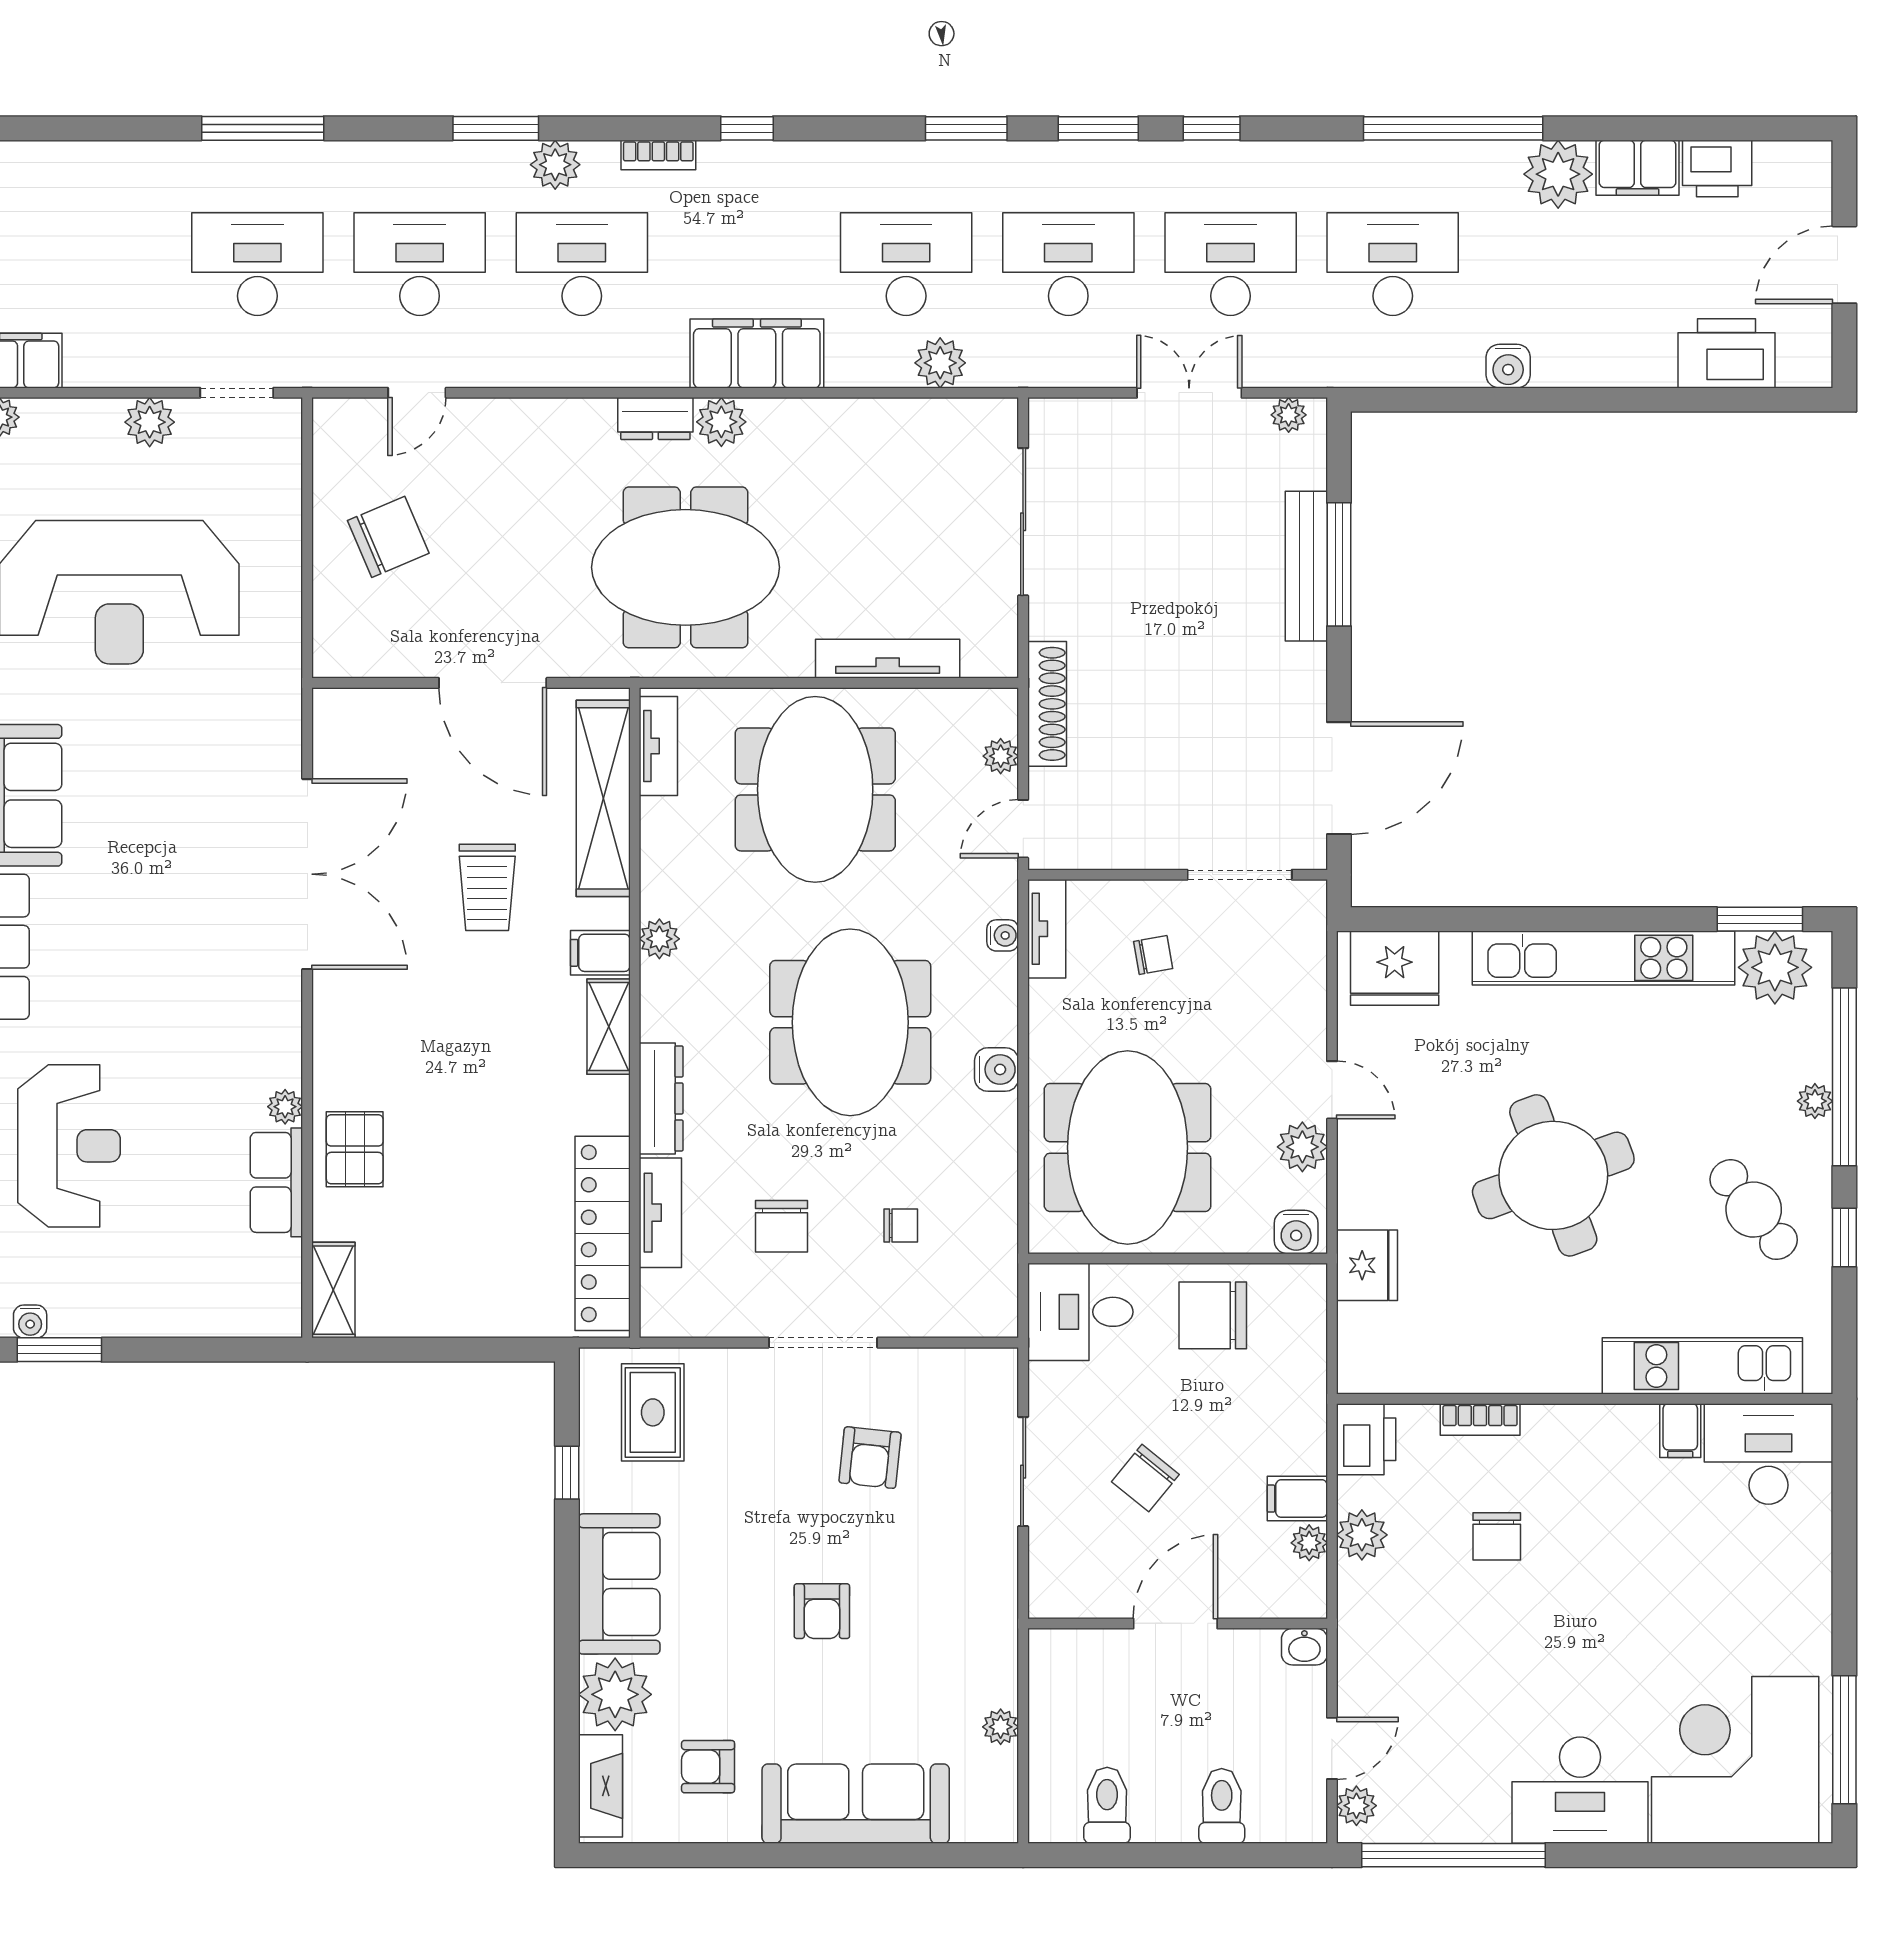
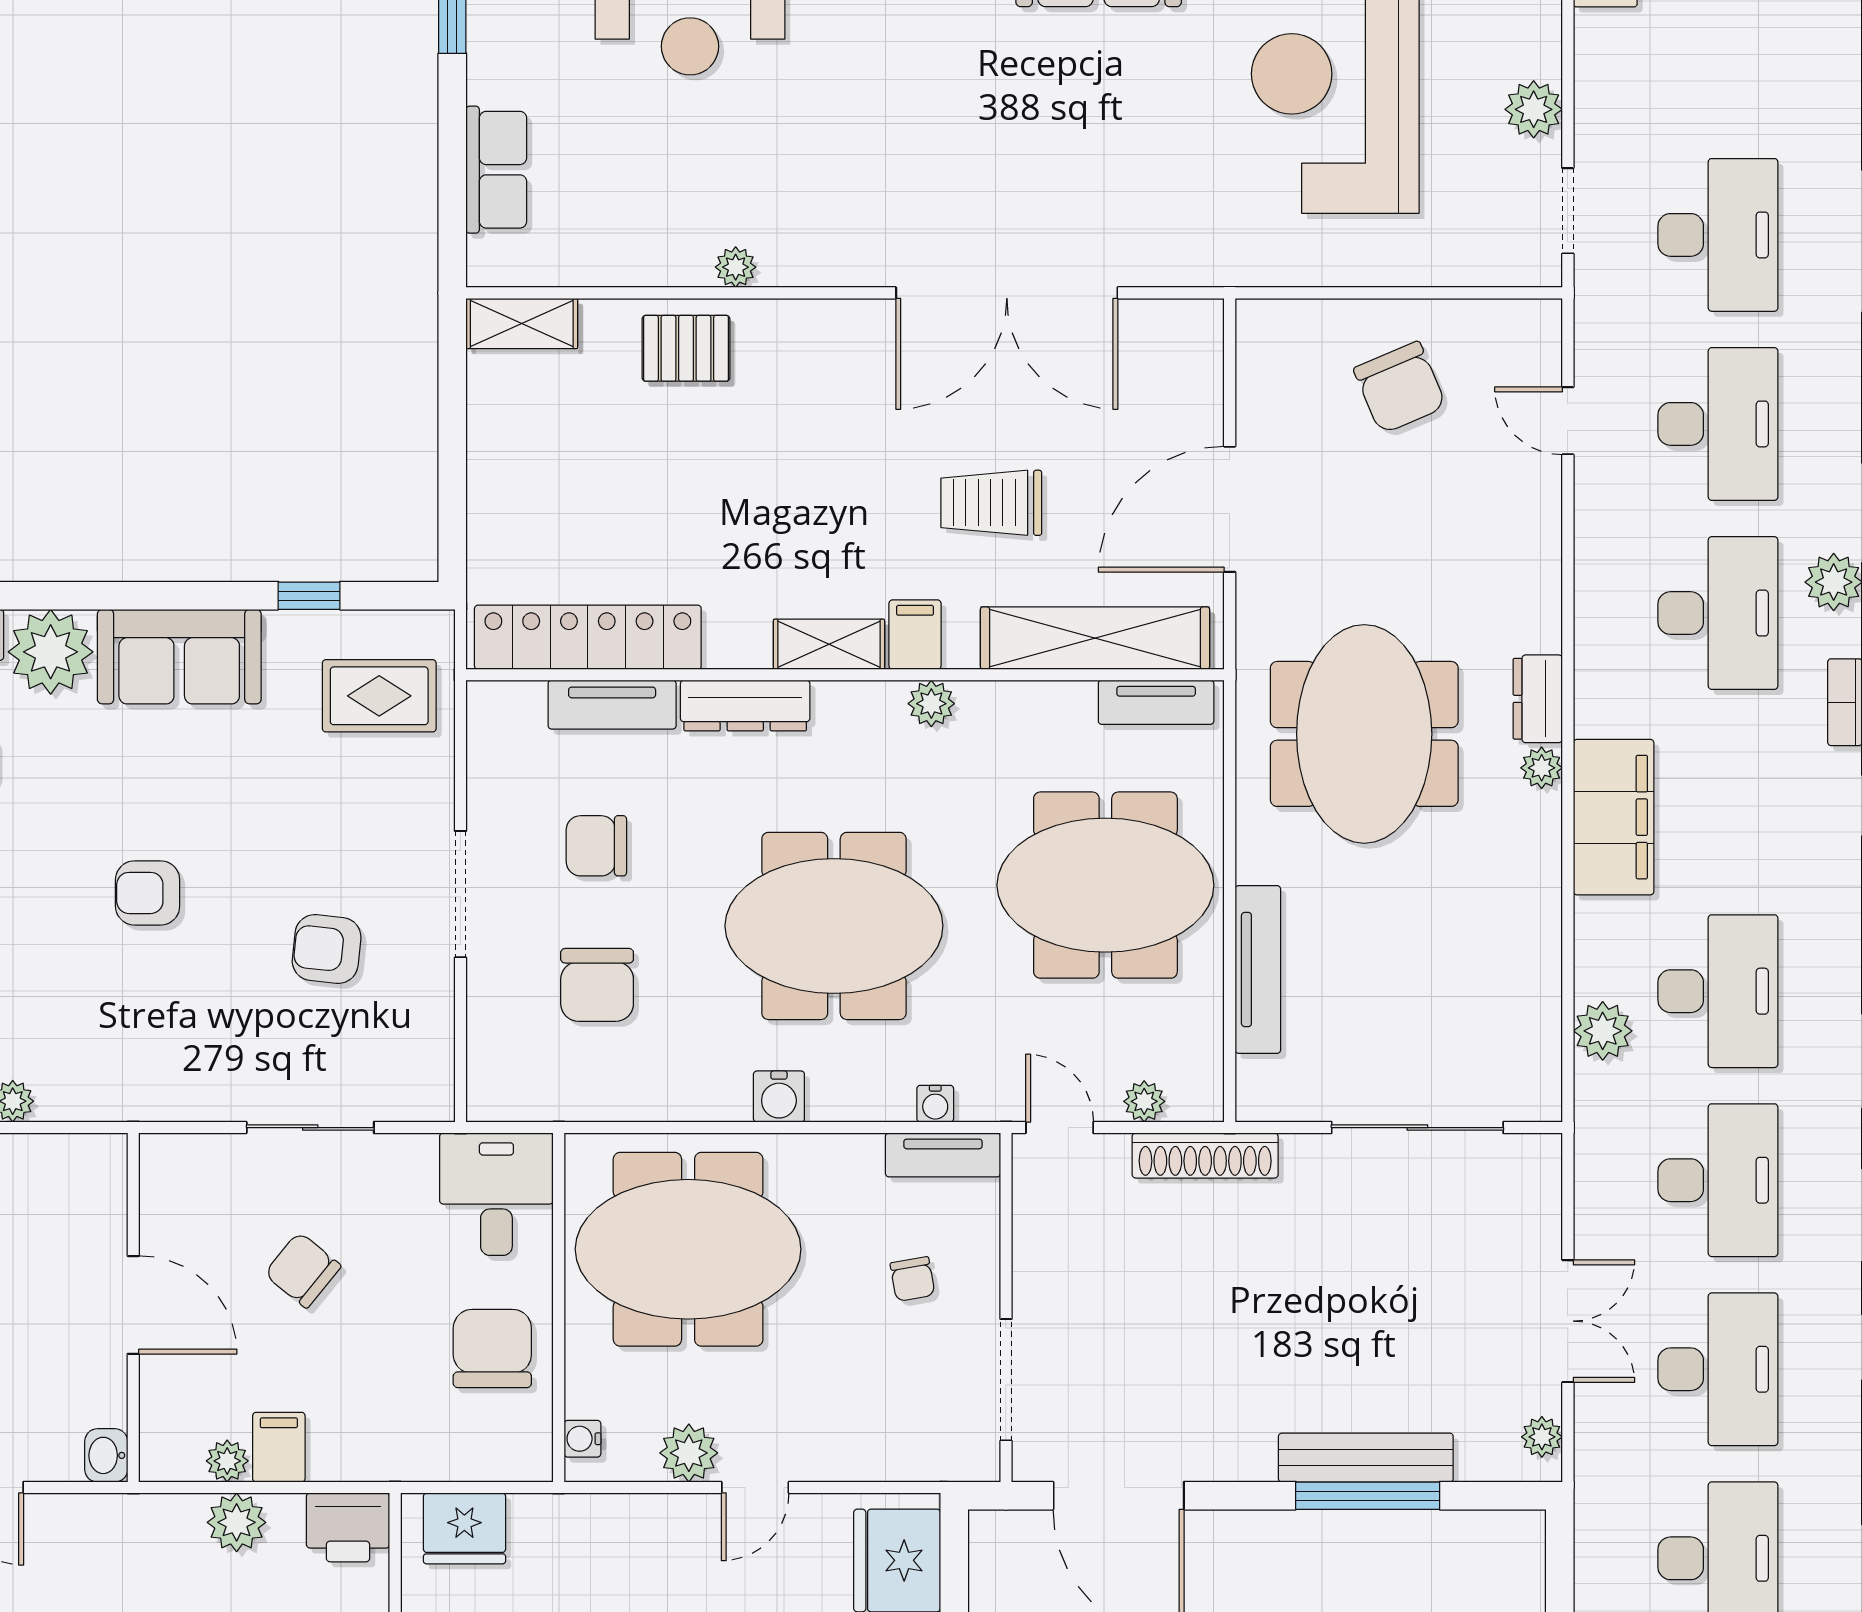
plant: (721, 422) -> (1542, 768), width x0.73, depth x0.73
row of seats: (276, 1182) -> (496, 170), moved, turned 90
chair: (901, 1226) -> (597, 985), width x1.87, depth x1.87
water cooler: (1296, 1232) -> (583, 1439), width x0.72, depth x0.72
fridge: (1367, 1265) -> (464, 1528), moved

